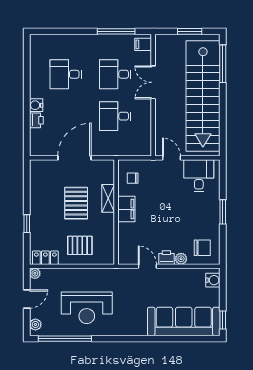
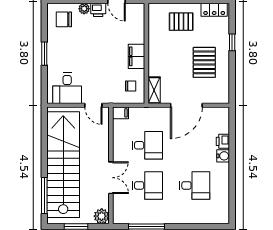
plant: (163, 42) -> (102, 216), added
filing cabinet: (143, 44) -> (120, 113), moved
shelving: (108, 198) -> (154, 90), moved
pallet: (76, 203) -> (204, 62), moved

